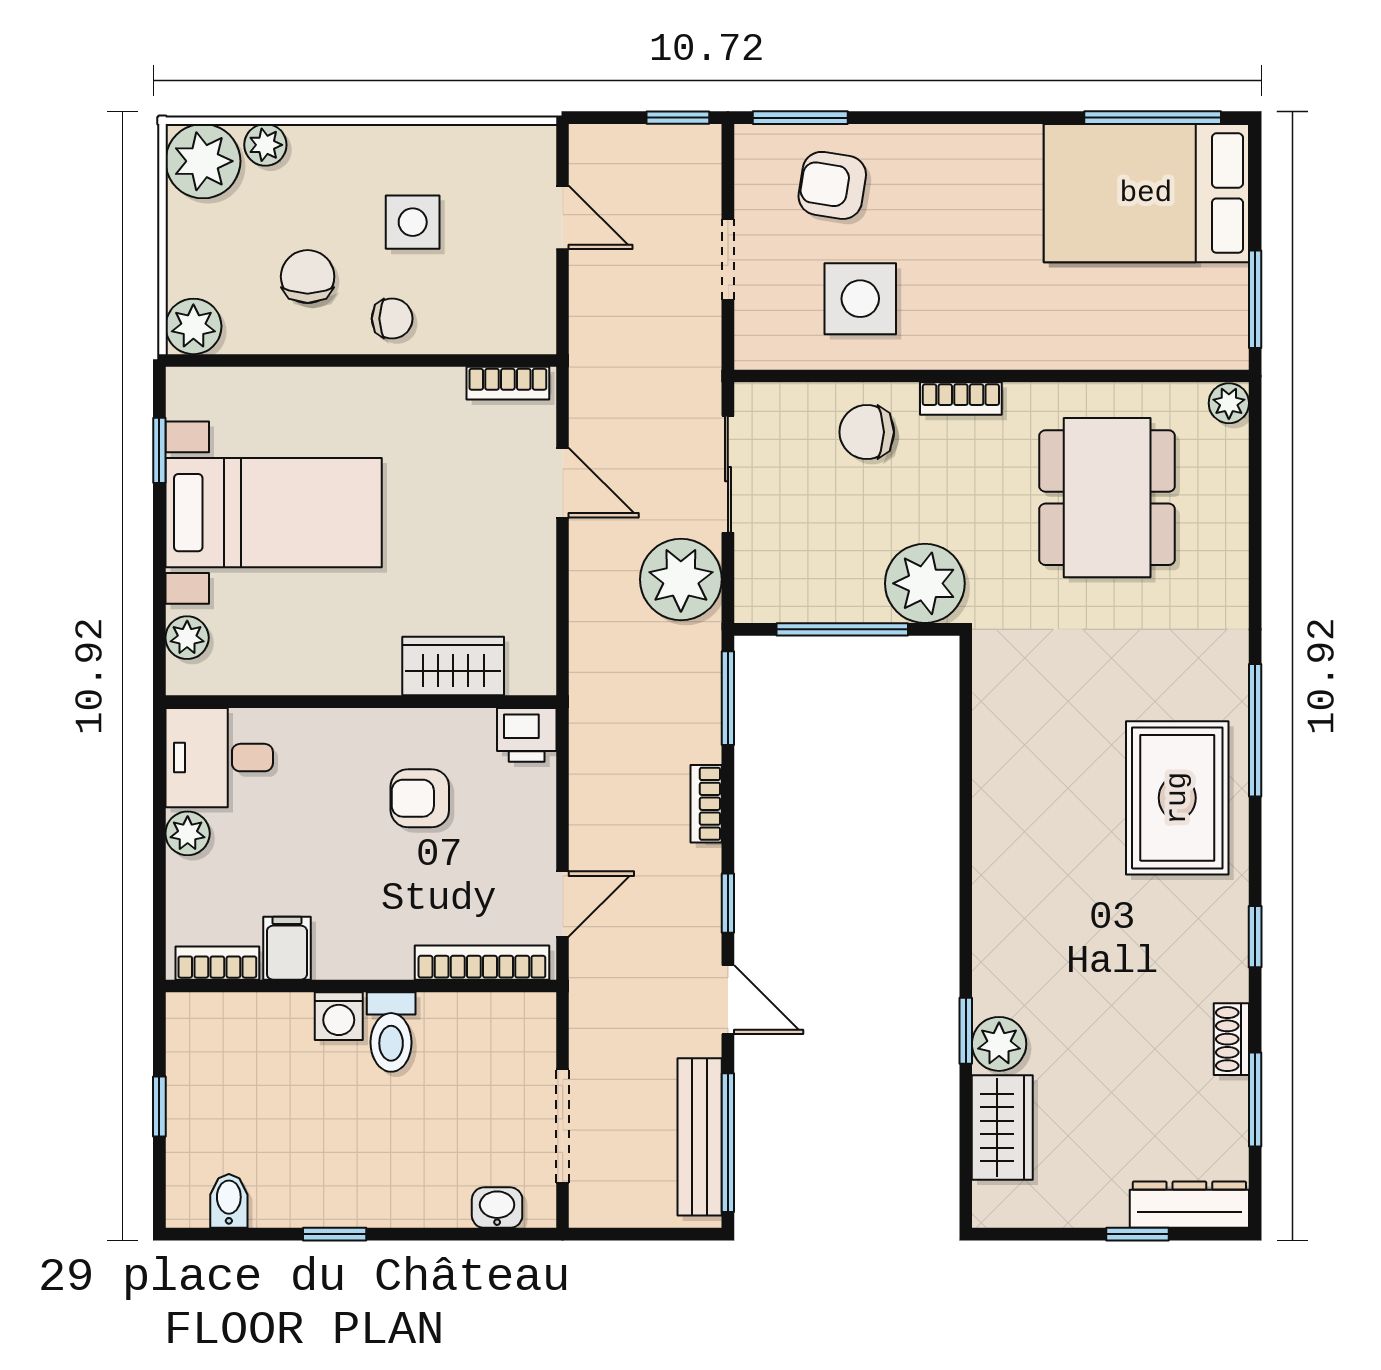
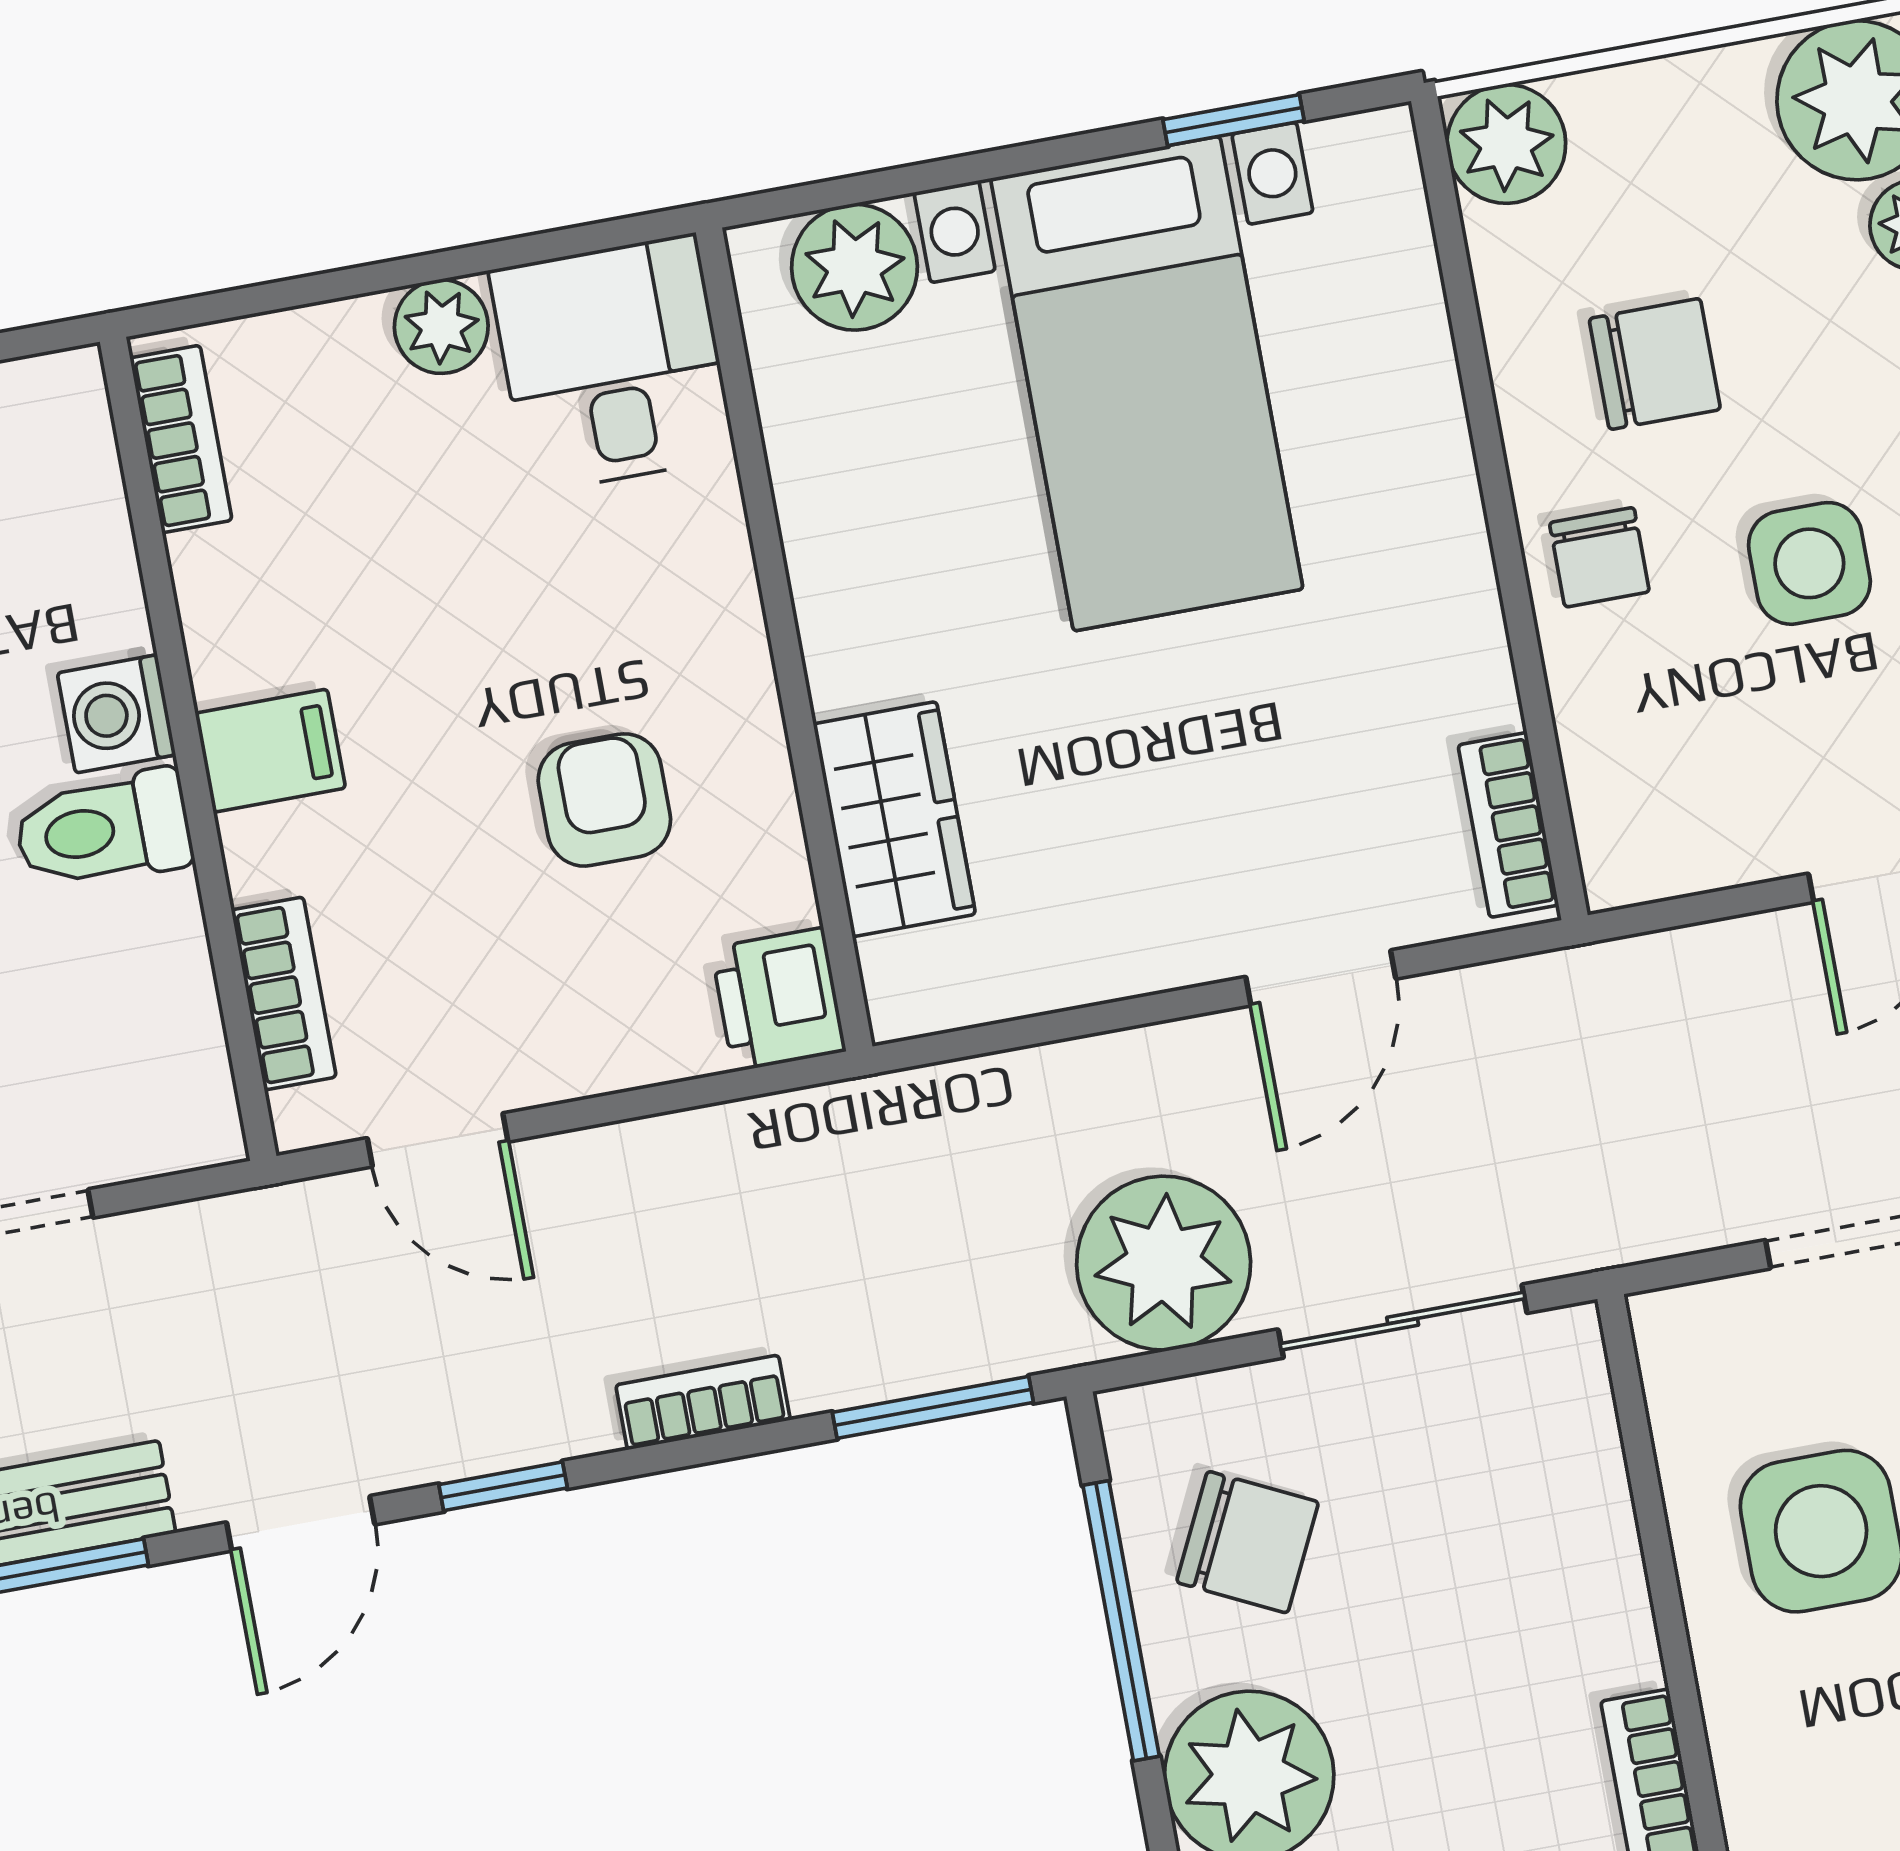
chair: (867, 432) -> (1247, 1542), moved, turned 116
plant: (187, 638) -> (855, 267), width x1.38, depth x1.38
filing cabinet: (287, 948) -> (270, 751), moved
bookcase: (482, 963) -> (284, 993), width x0.64

